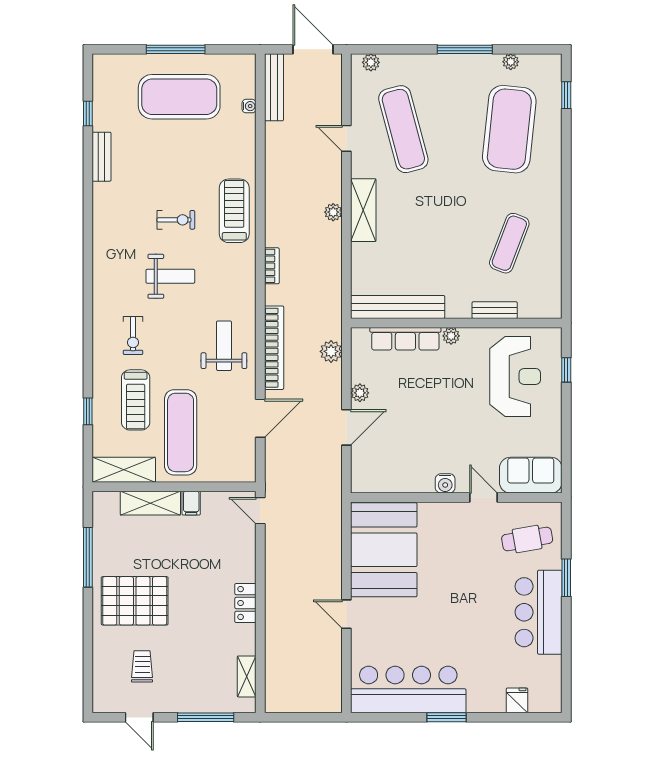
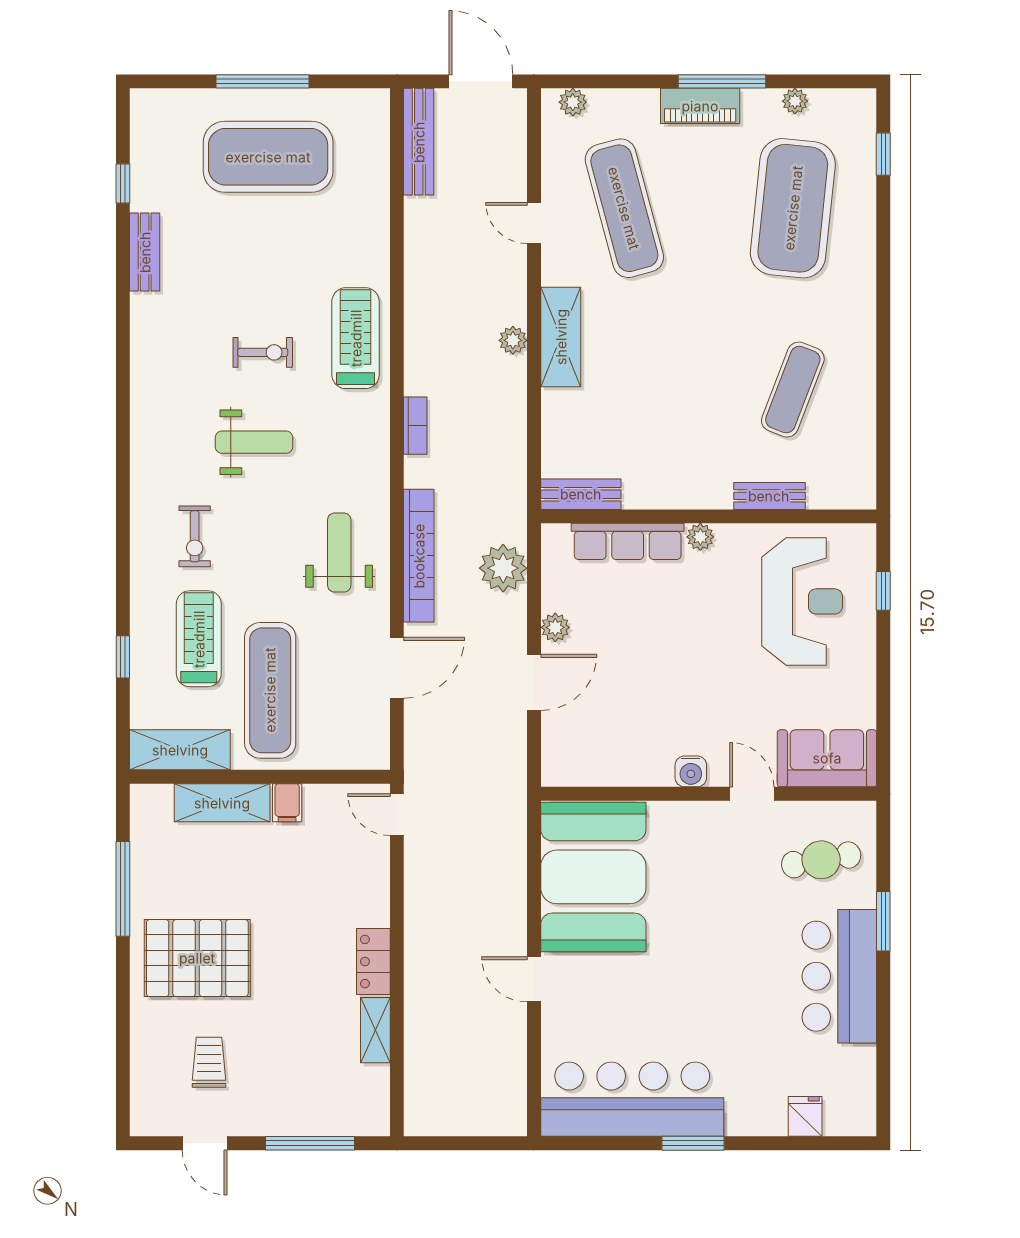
piano: (451, 65) -> (700, 106), added
water cooler: (249, 106) -> (379, 172), removed
bench: (398, 307) -> (581, 494), width x0.54, depth x0.82
plant: (331, 351) -> (503, 568), width x1.36, depth x1.36
treadmill: (136, 400) -> (199, 639), turned 180
shelving: (247, 676) -> (375, 1030), moved

